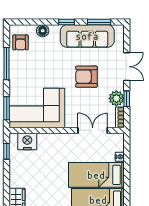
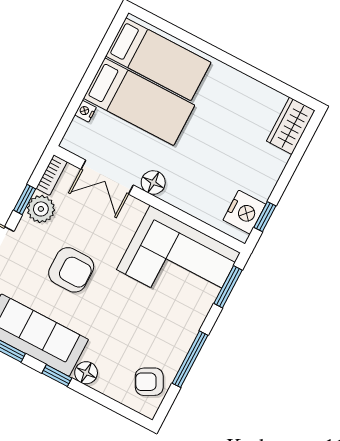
floor lamp: (43, 31) -> (86, 373), moved
armchair: (21, 42) -> (149, 382), turned -118
floor lamp: (69, 140) -> (153, 183), added
nightstand: (27, 141) -> (244, 212), moved, turned -90

